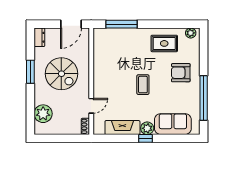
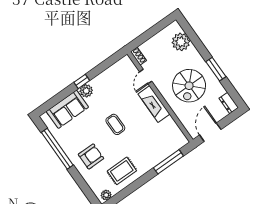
spiral stairs: (61, 74) -> (189, 86), turned -90
fireplace: (122, 128) -> (154, 104), moved, turned 90

